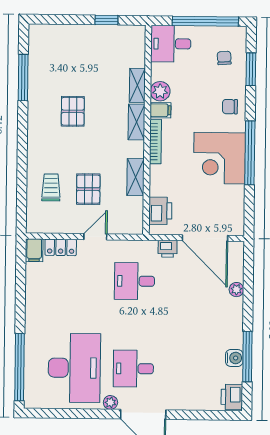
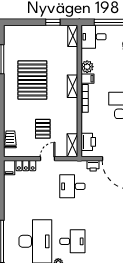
shelving: (137, 85) -> (73, 36), moved
pallet: (73, 111) -> (32, 80), width x2.05, depth x2.00
shelving: (136, 177) -> (72, 145), moved
trolley: (51, 187) -> (10, 139), moved
desk: (133, 369) -> (72, 241), turned 180

